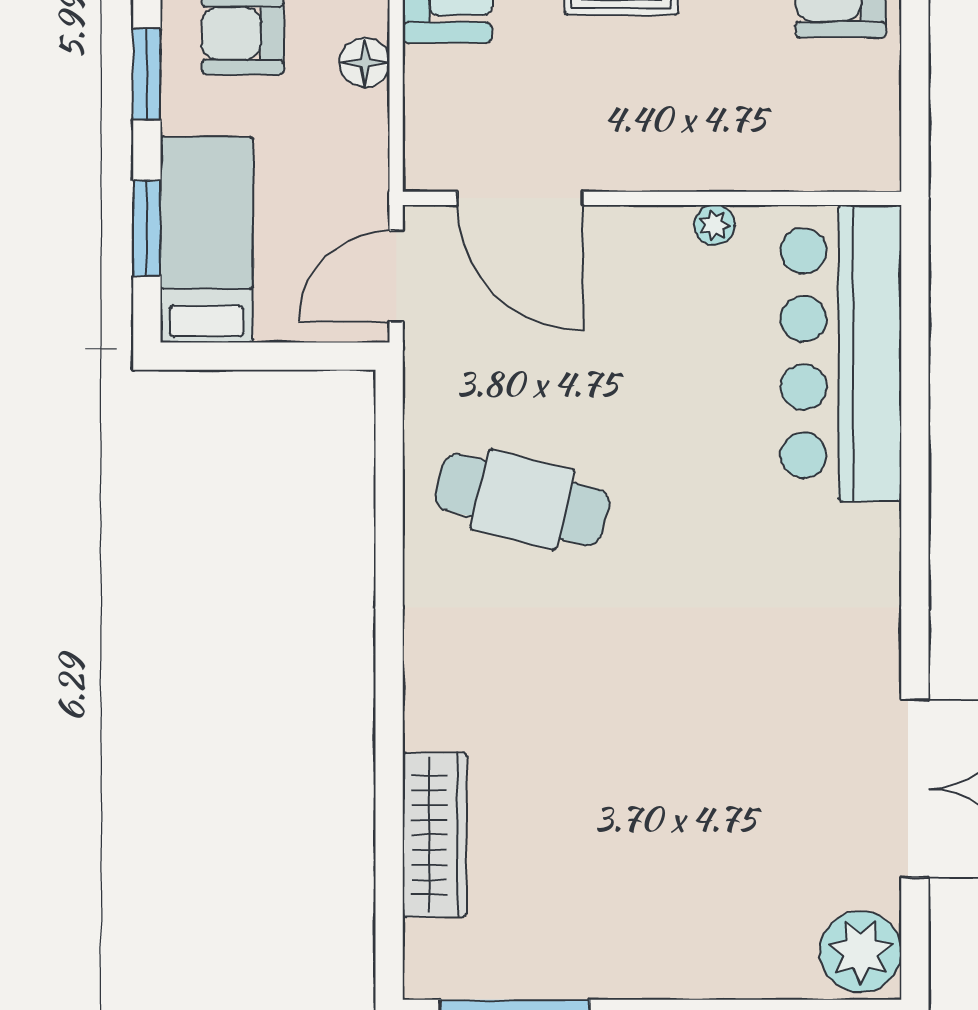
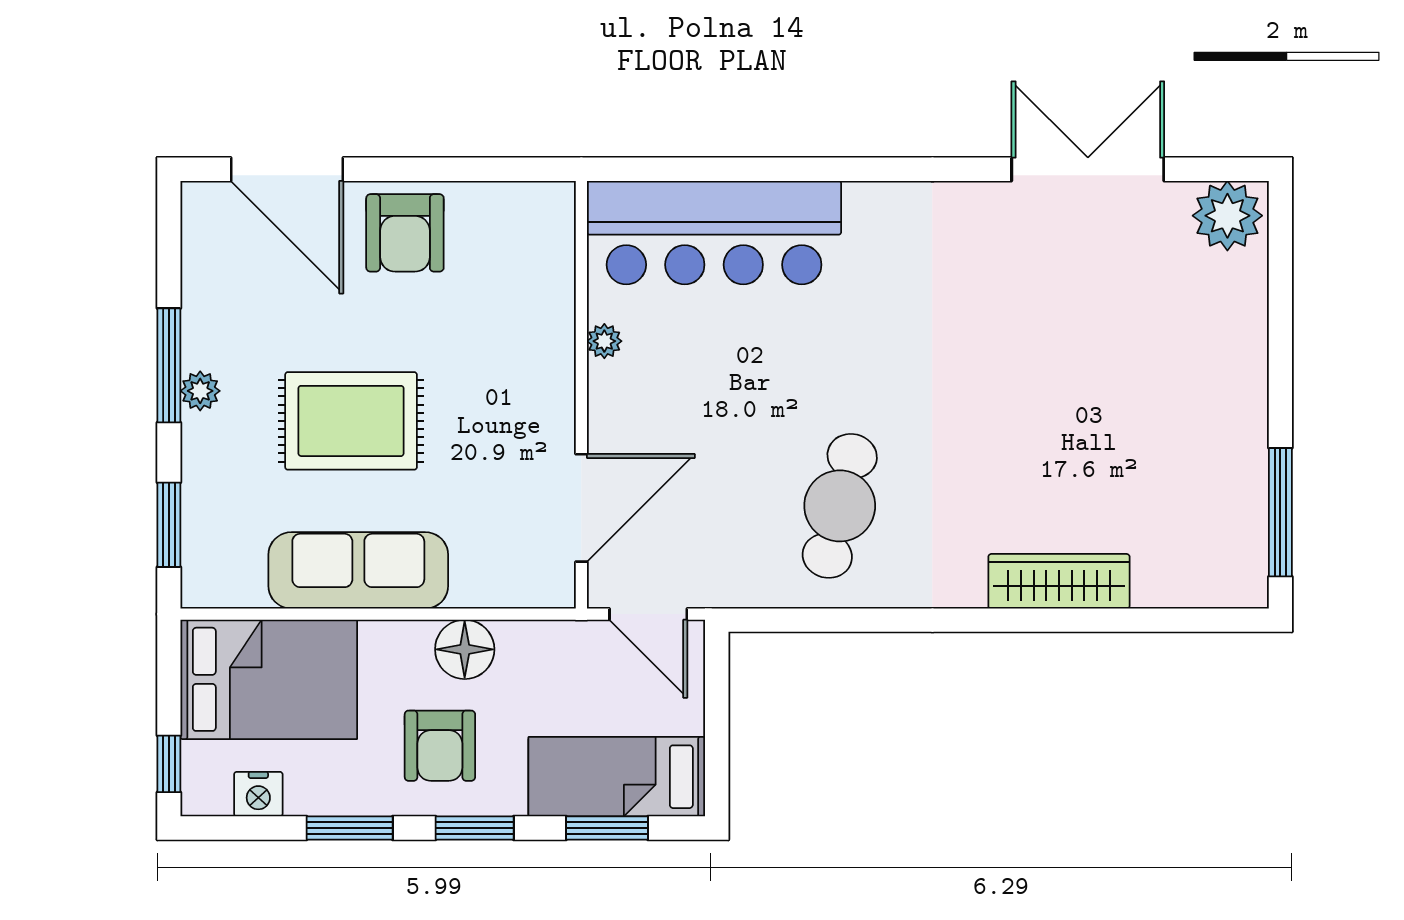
floor lamp: (365, 62) -> (465, 649), width x1.38, depth x1.38
wardrobe: (434, 835) -> (1059, 581), moved

